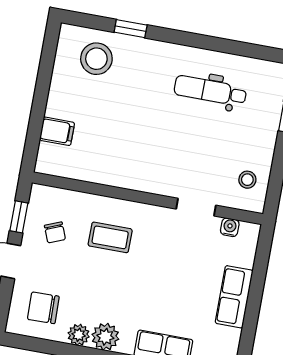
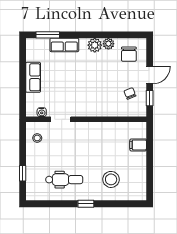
window: (131, 29) -> (86, 204), moved
stool: (96, 59) -> (111, 179), moved
coffee table: (110, 237) -> (101, 96), removed
chair: (43, 308) -> (129, 54), turned 91

